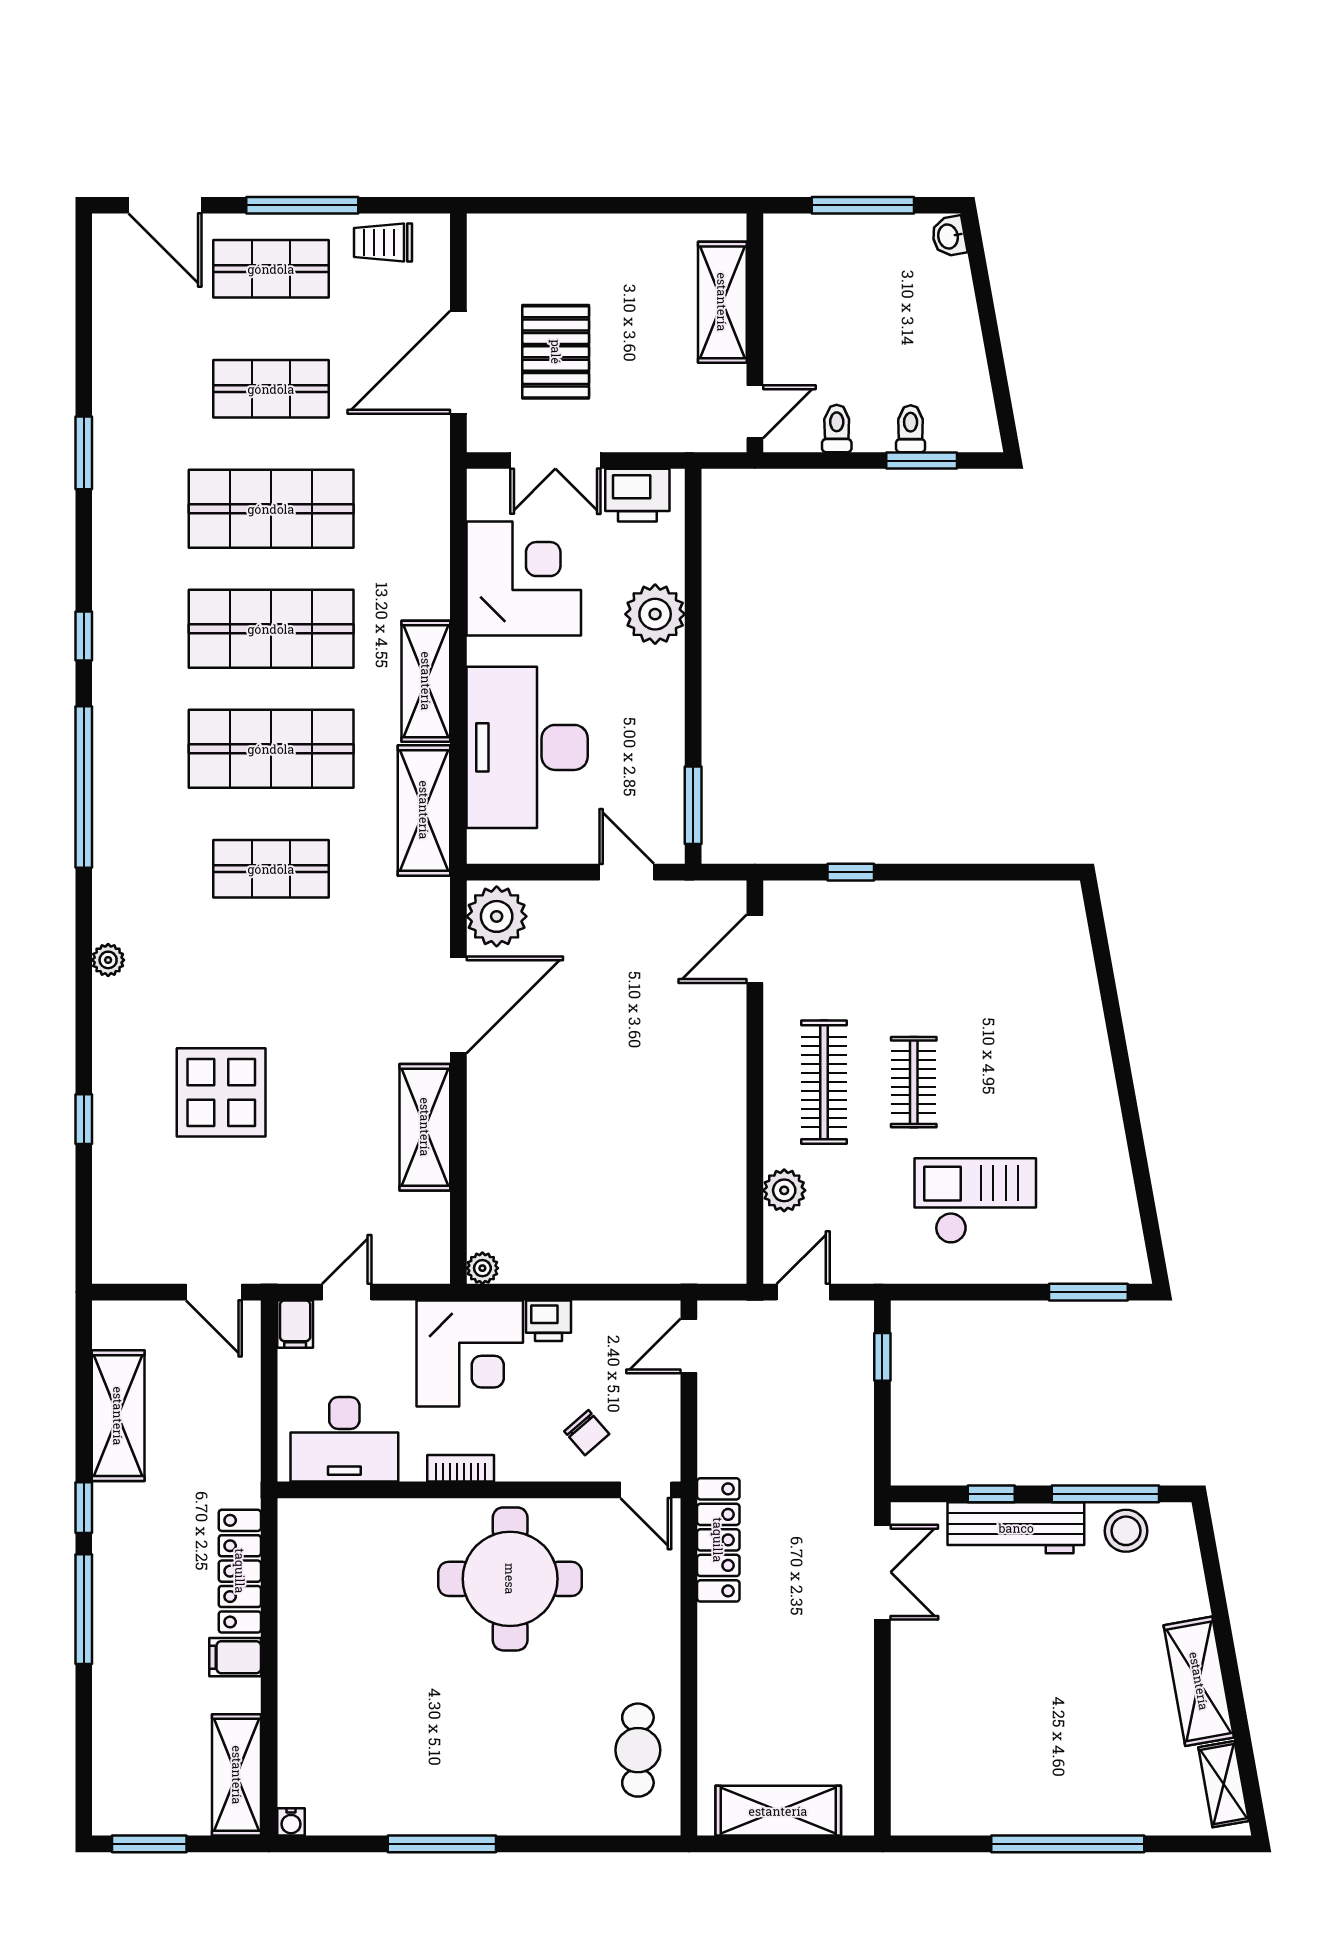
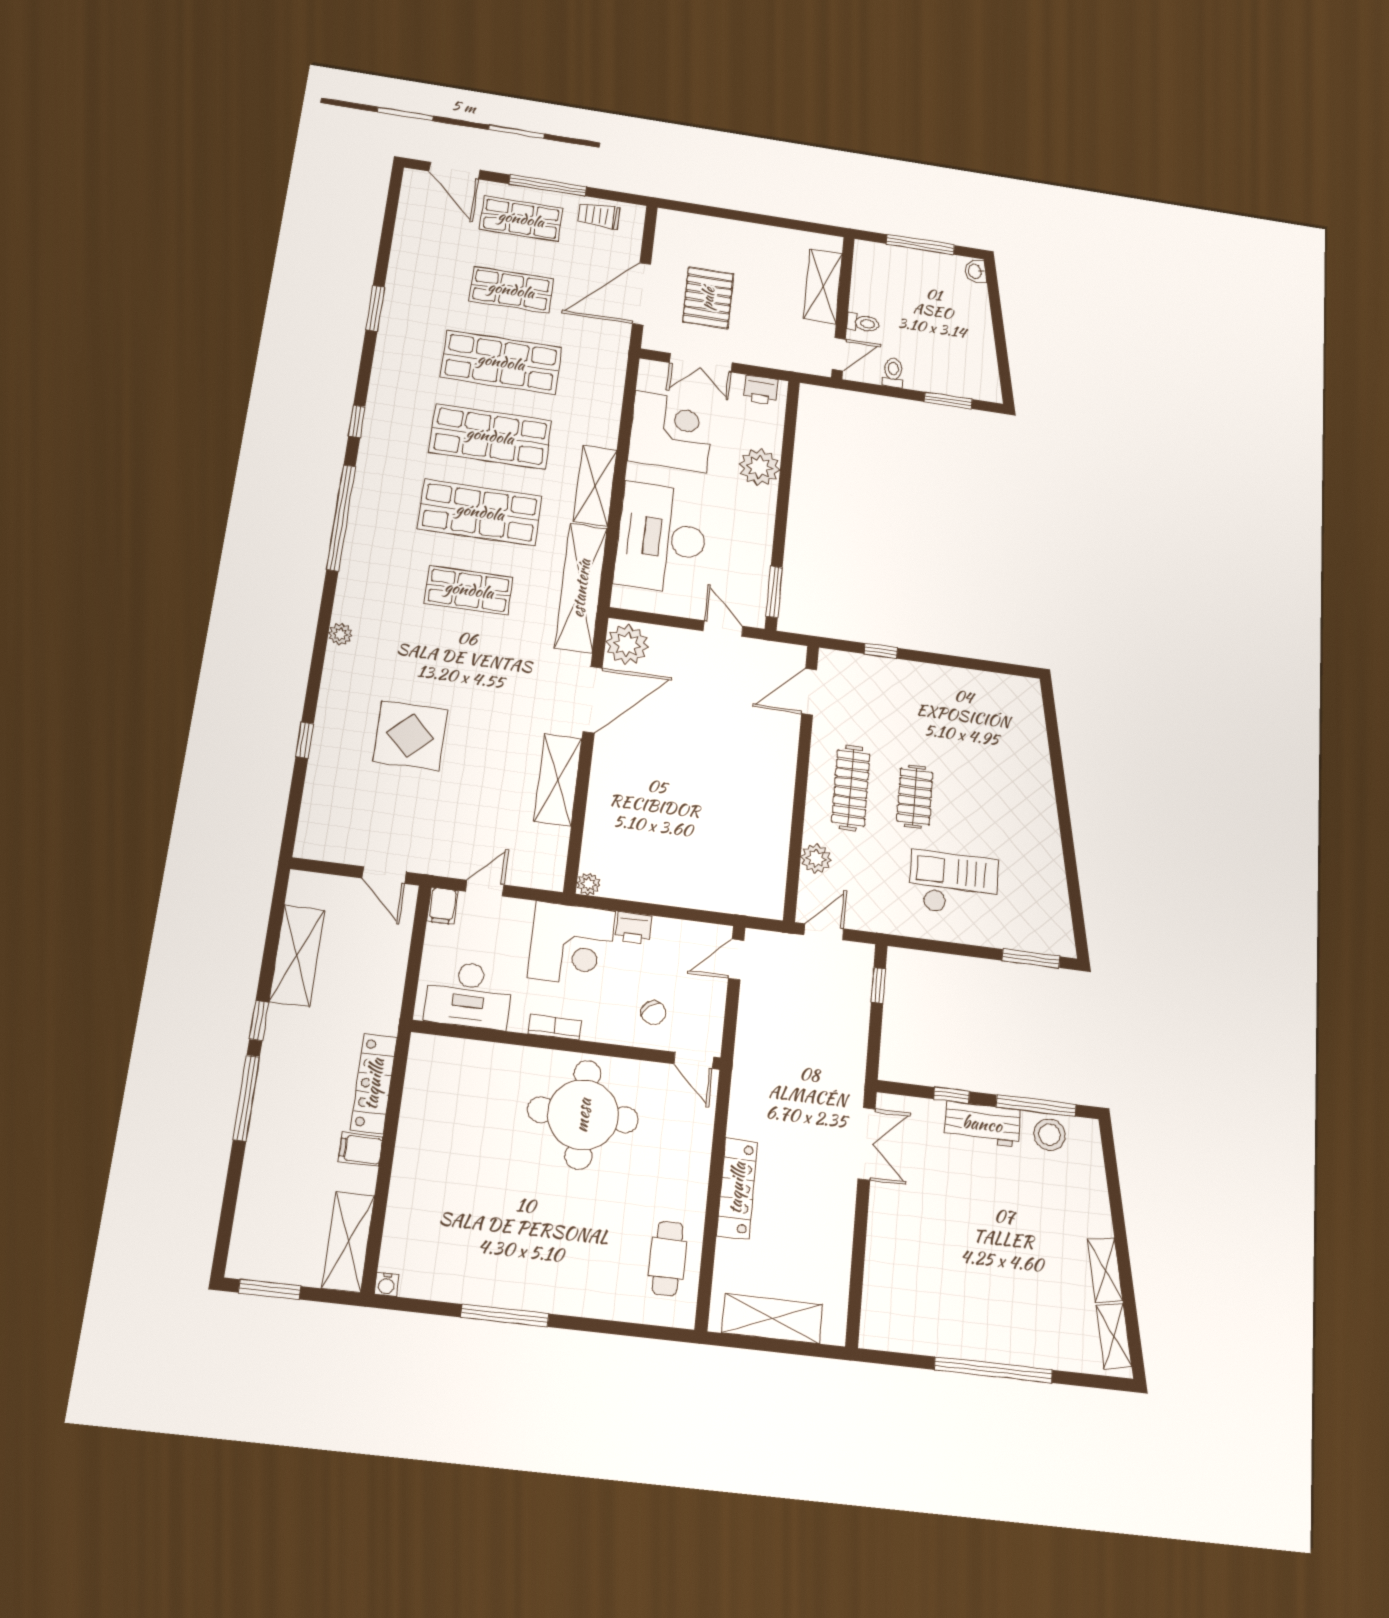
toilet: (911, 429) -> (863, 323), moved, turned 90
printer: (637, 495) -> (761, 390), width x0.73, depth x0.81
shelving: (424, 810) -> (581, 588), width x1.47
workbench: (1016, 1528) -> (982, 1124), width x0.73
locker: (718, 1540) -> (737, 1188), moved
shelving: (1199, 1681) -> (1105, 1270), width x0.67, depth x0.75

